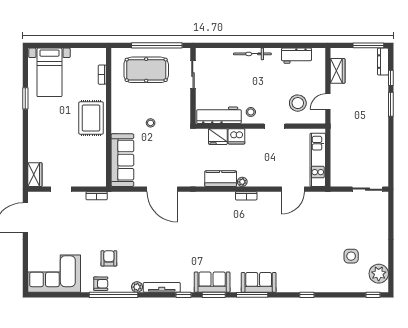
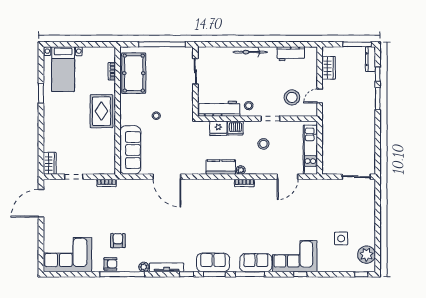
pool table: (146, 70) -> (134, 73), moved, turned 90
stool: (267, 153) -> (263, 144), added
corner sofa: (301, 275) -> (295, 256), added

